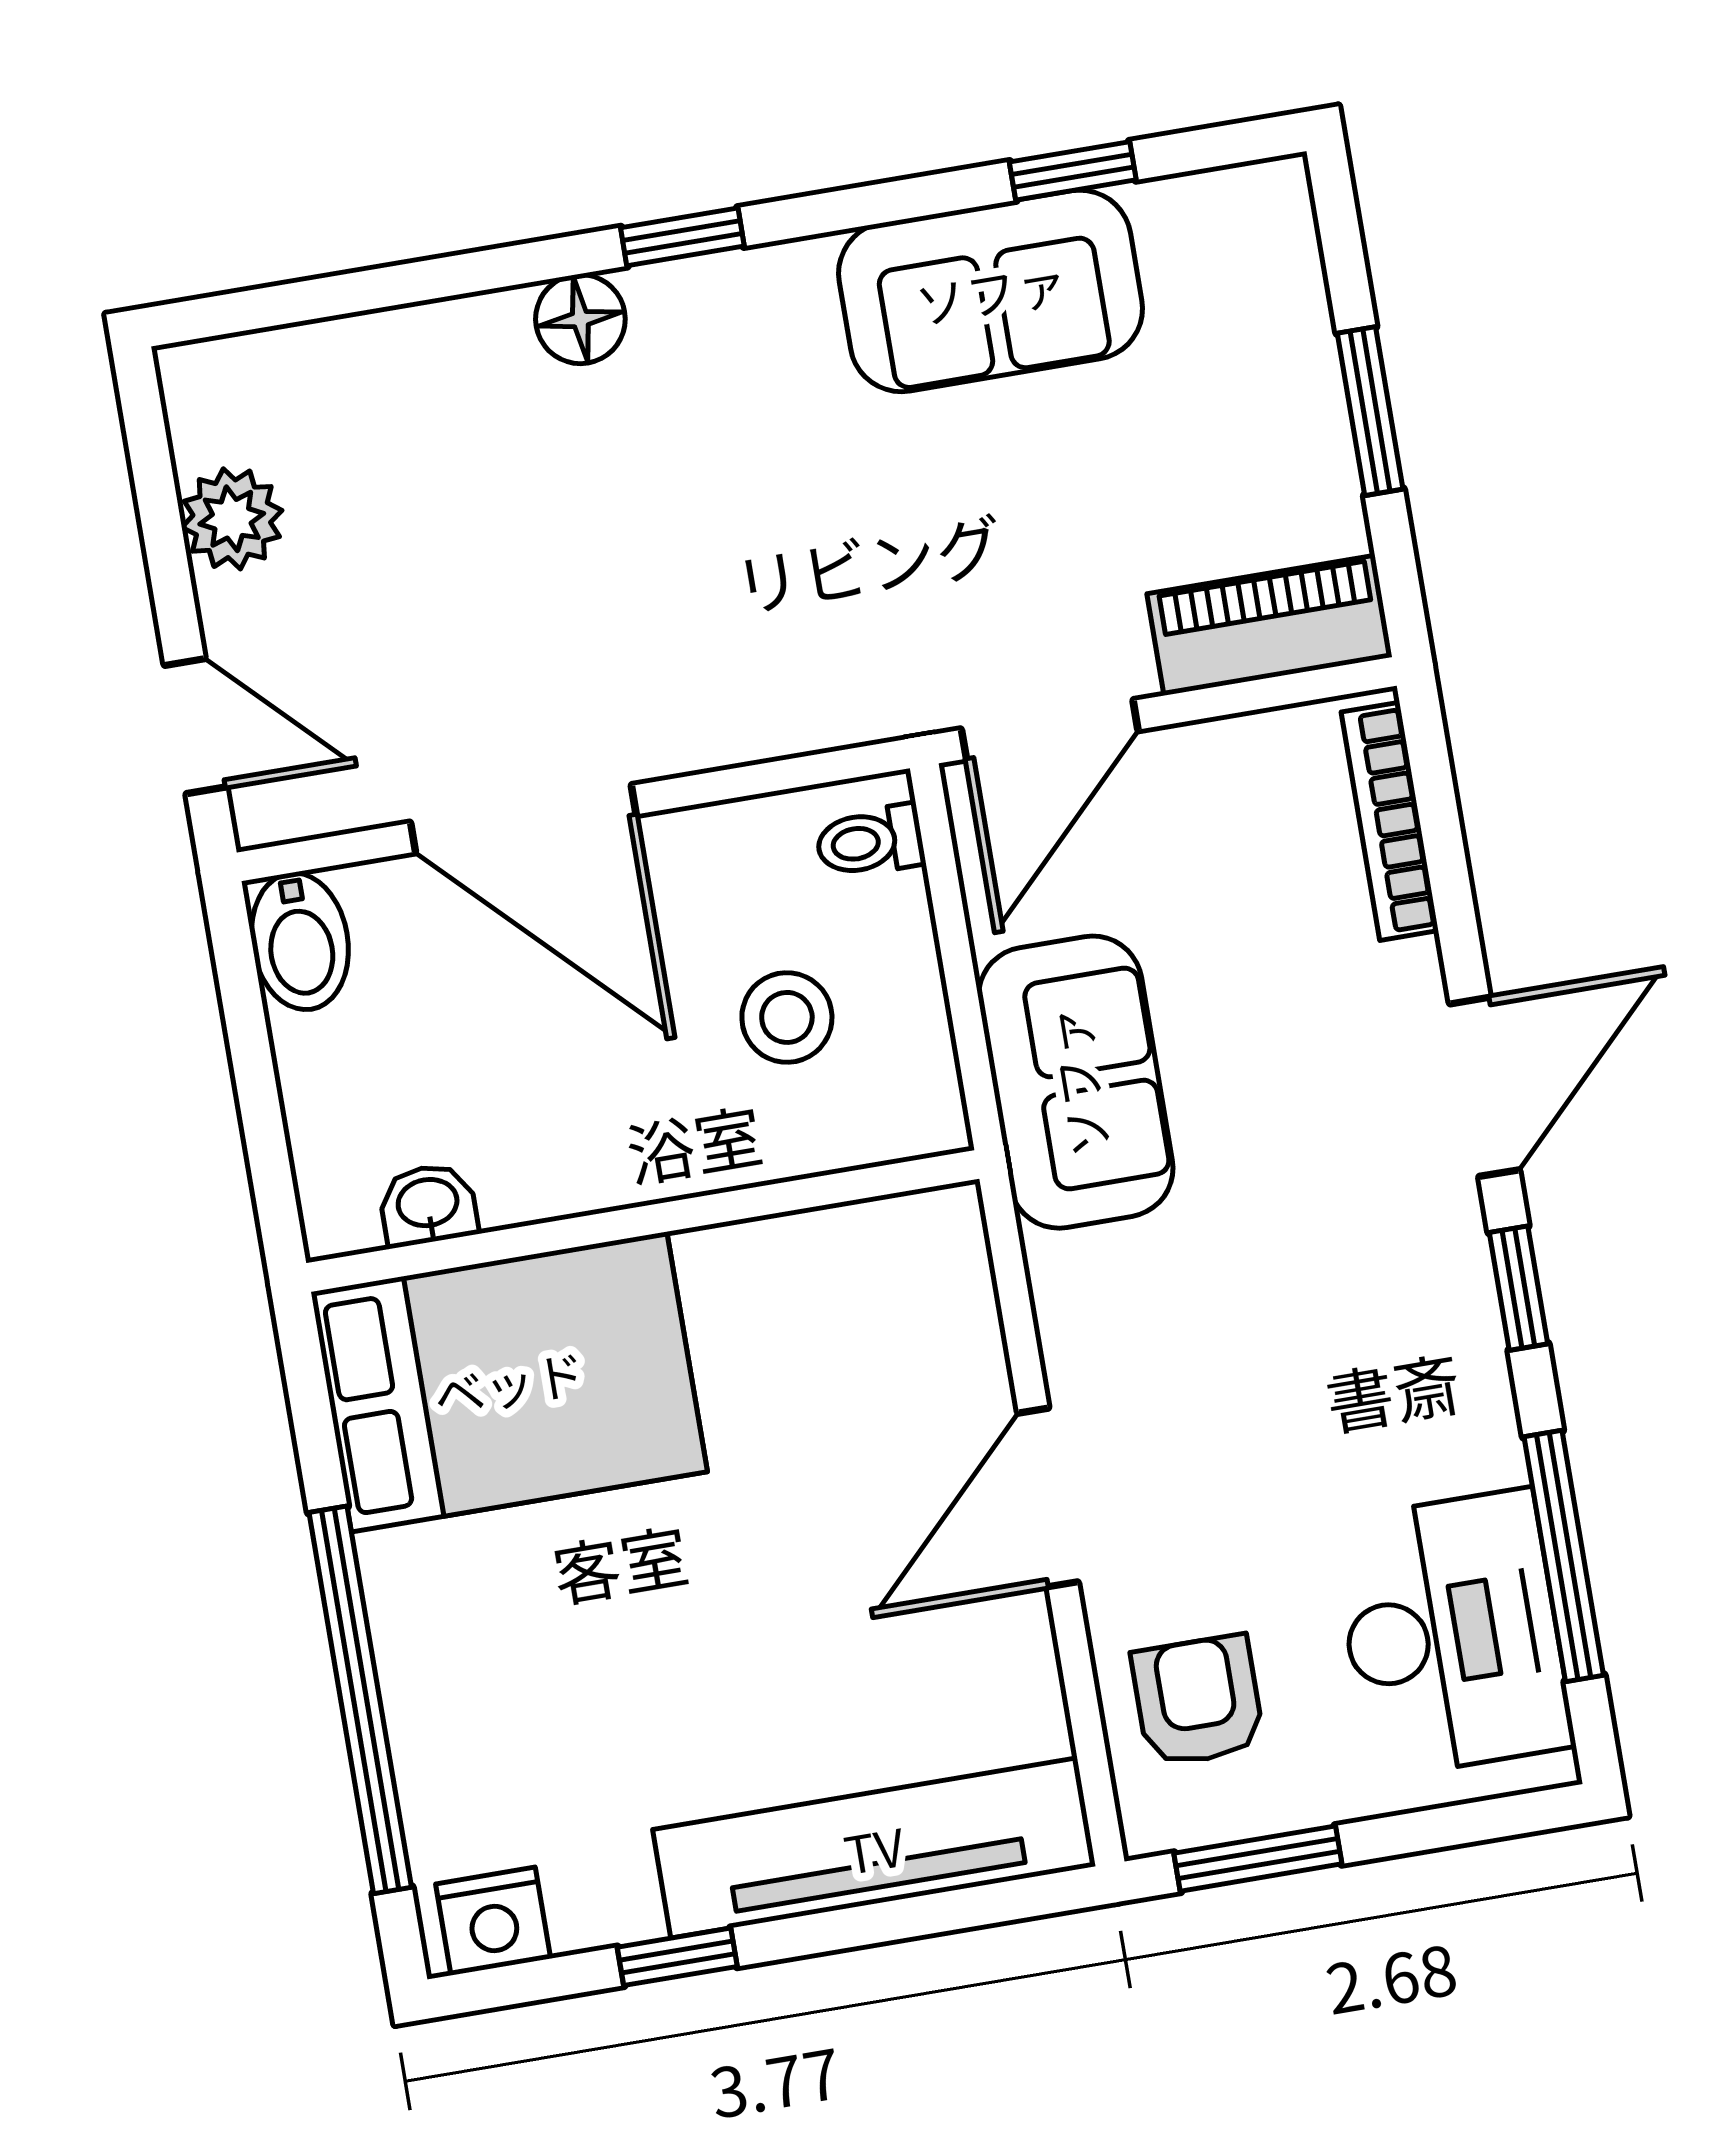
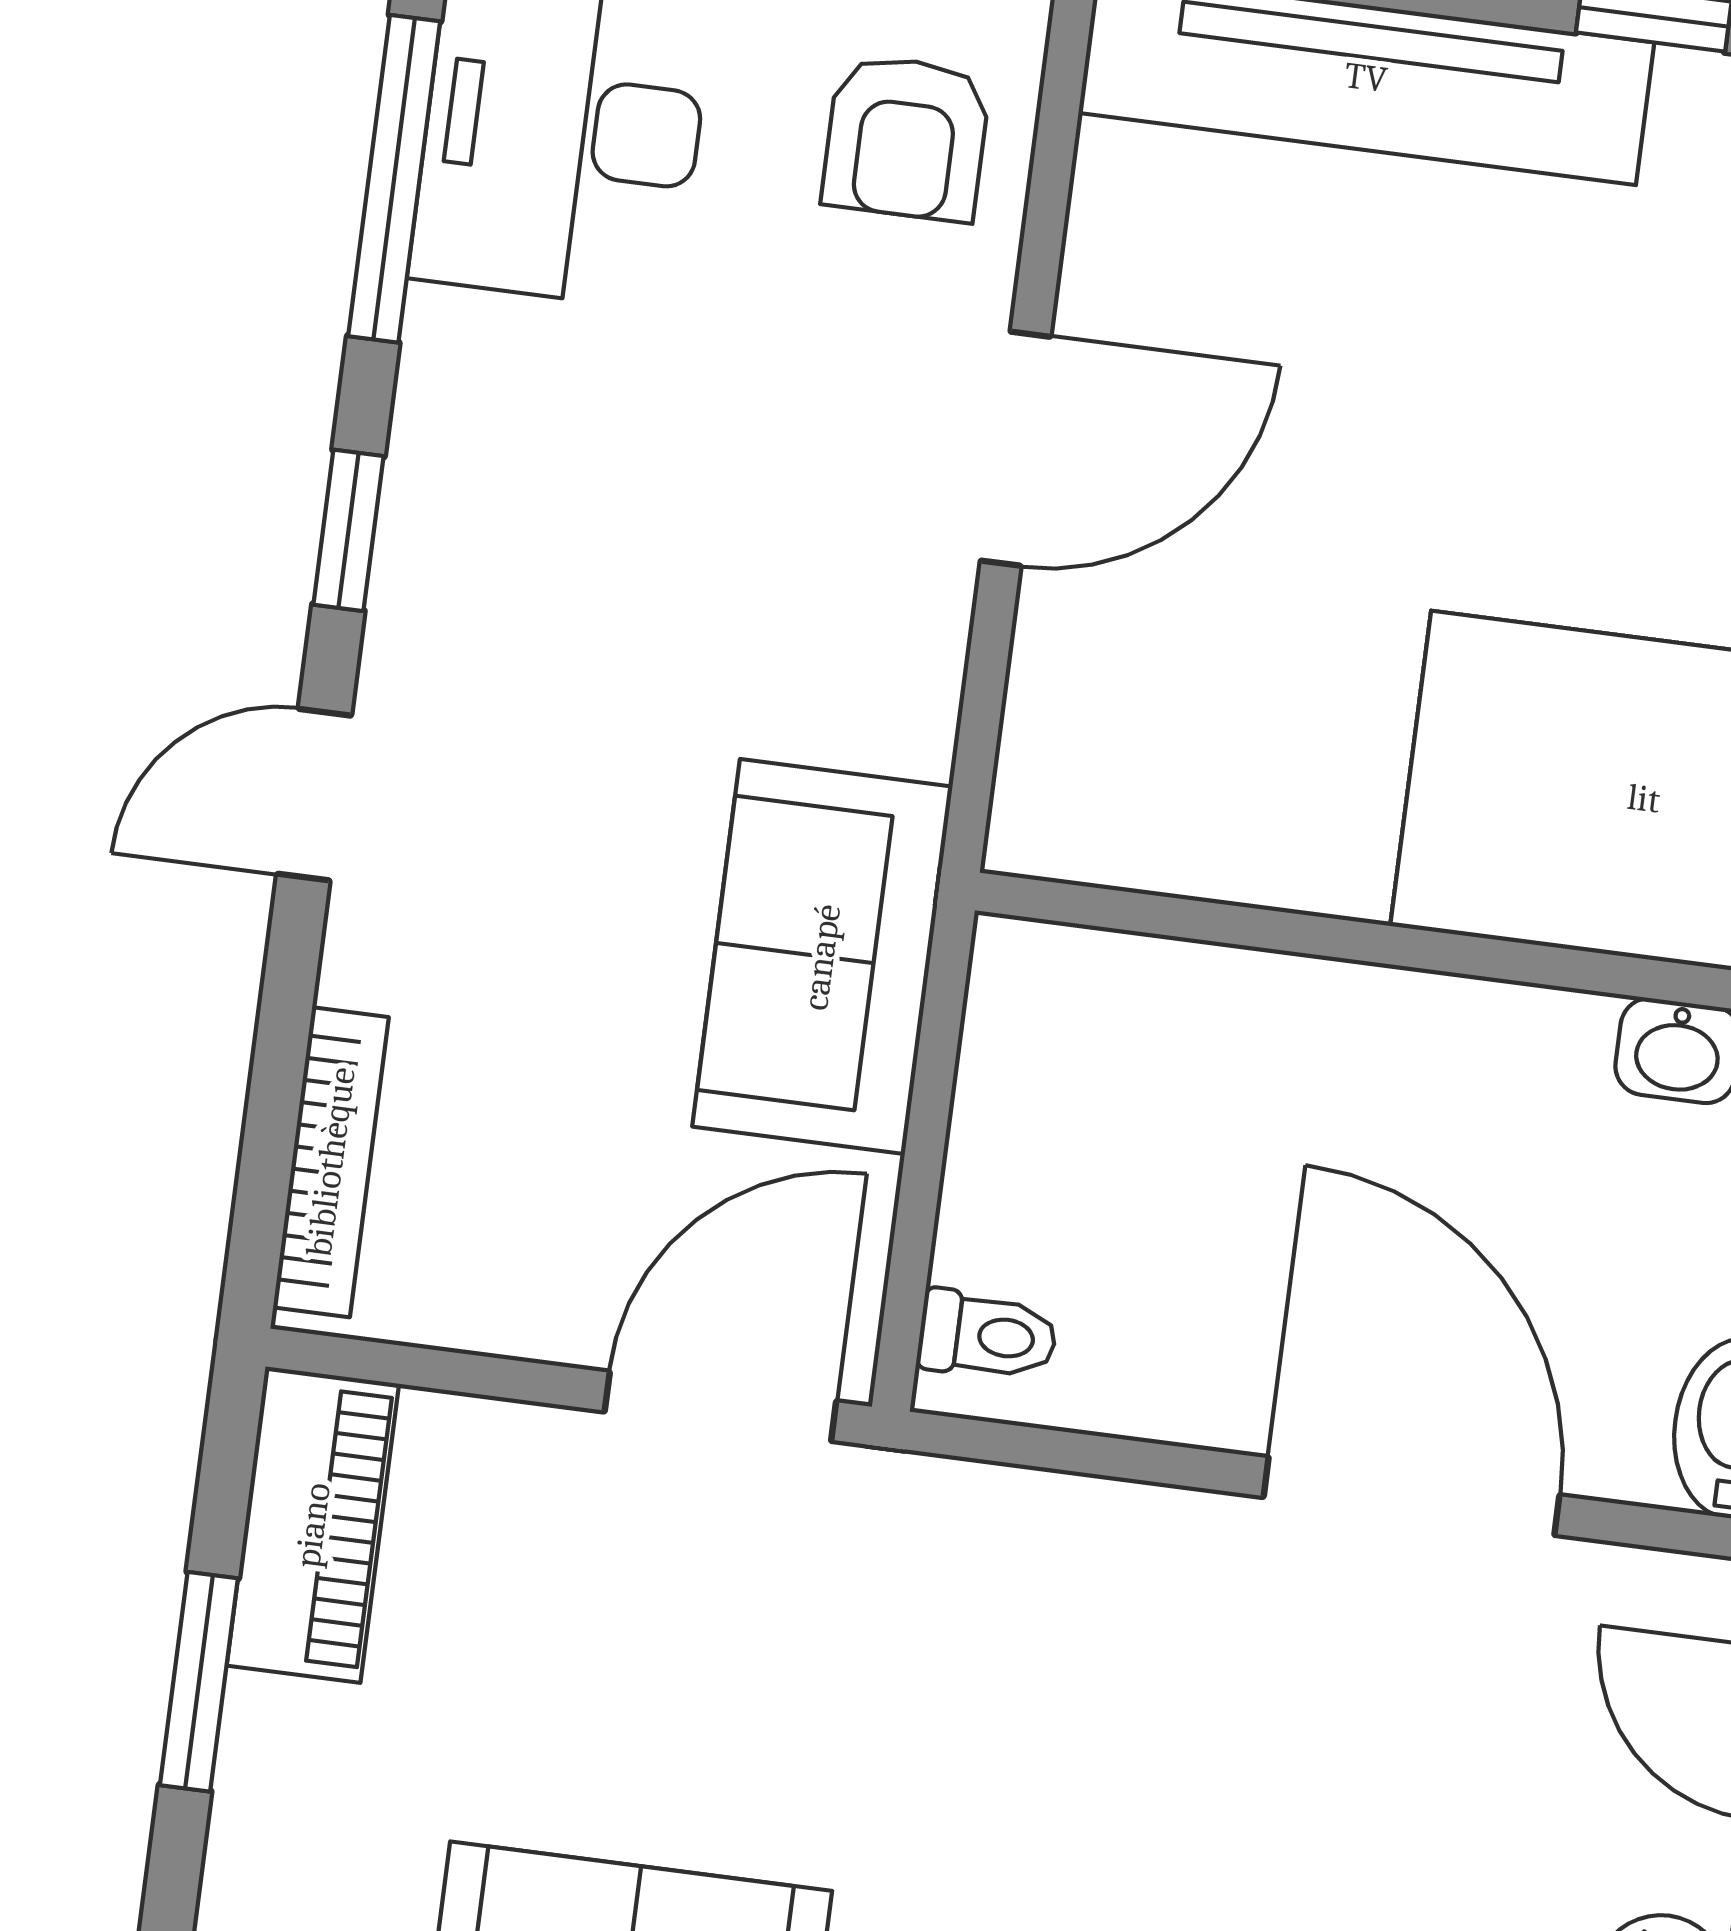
piano: (1270, 625) -> (313, 1525), moved, turned -90
stool: (787, 1017) -> (1158, 1147), removed
door: (1484, 1087) -> (314, 795), width x0.73

